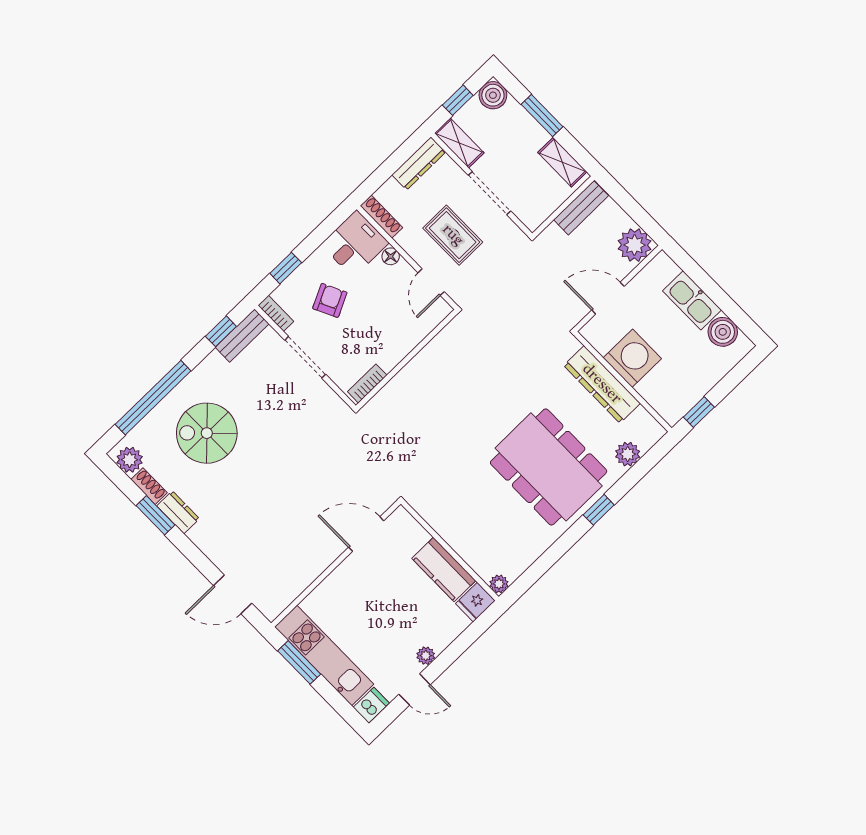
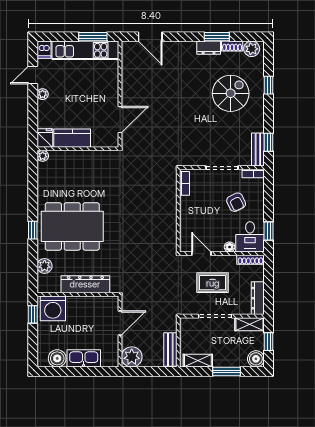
window: (286, 268) -> (269, 231), moved
washing machine: (632, 358) -> (53, 308), moved
window: (153, 398) -> (269, 85), width x0.32
door: (233, 594) -> (150, 37), swing flipped

